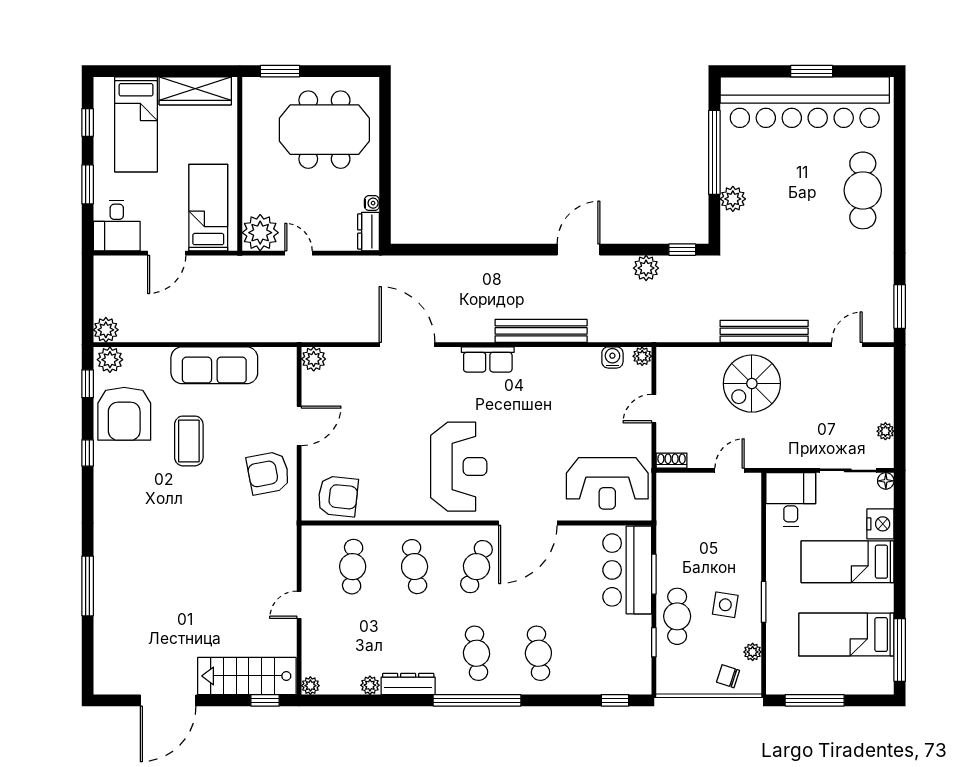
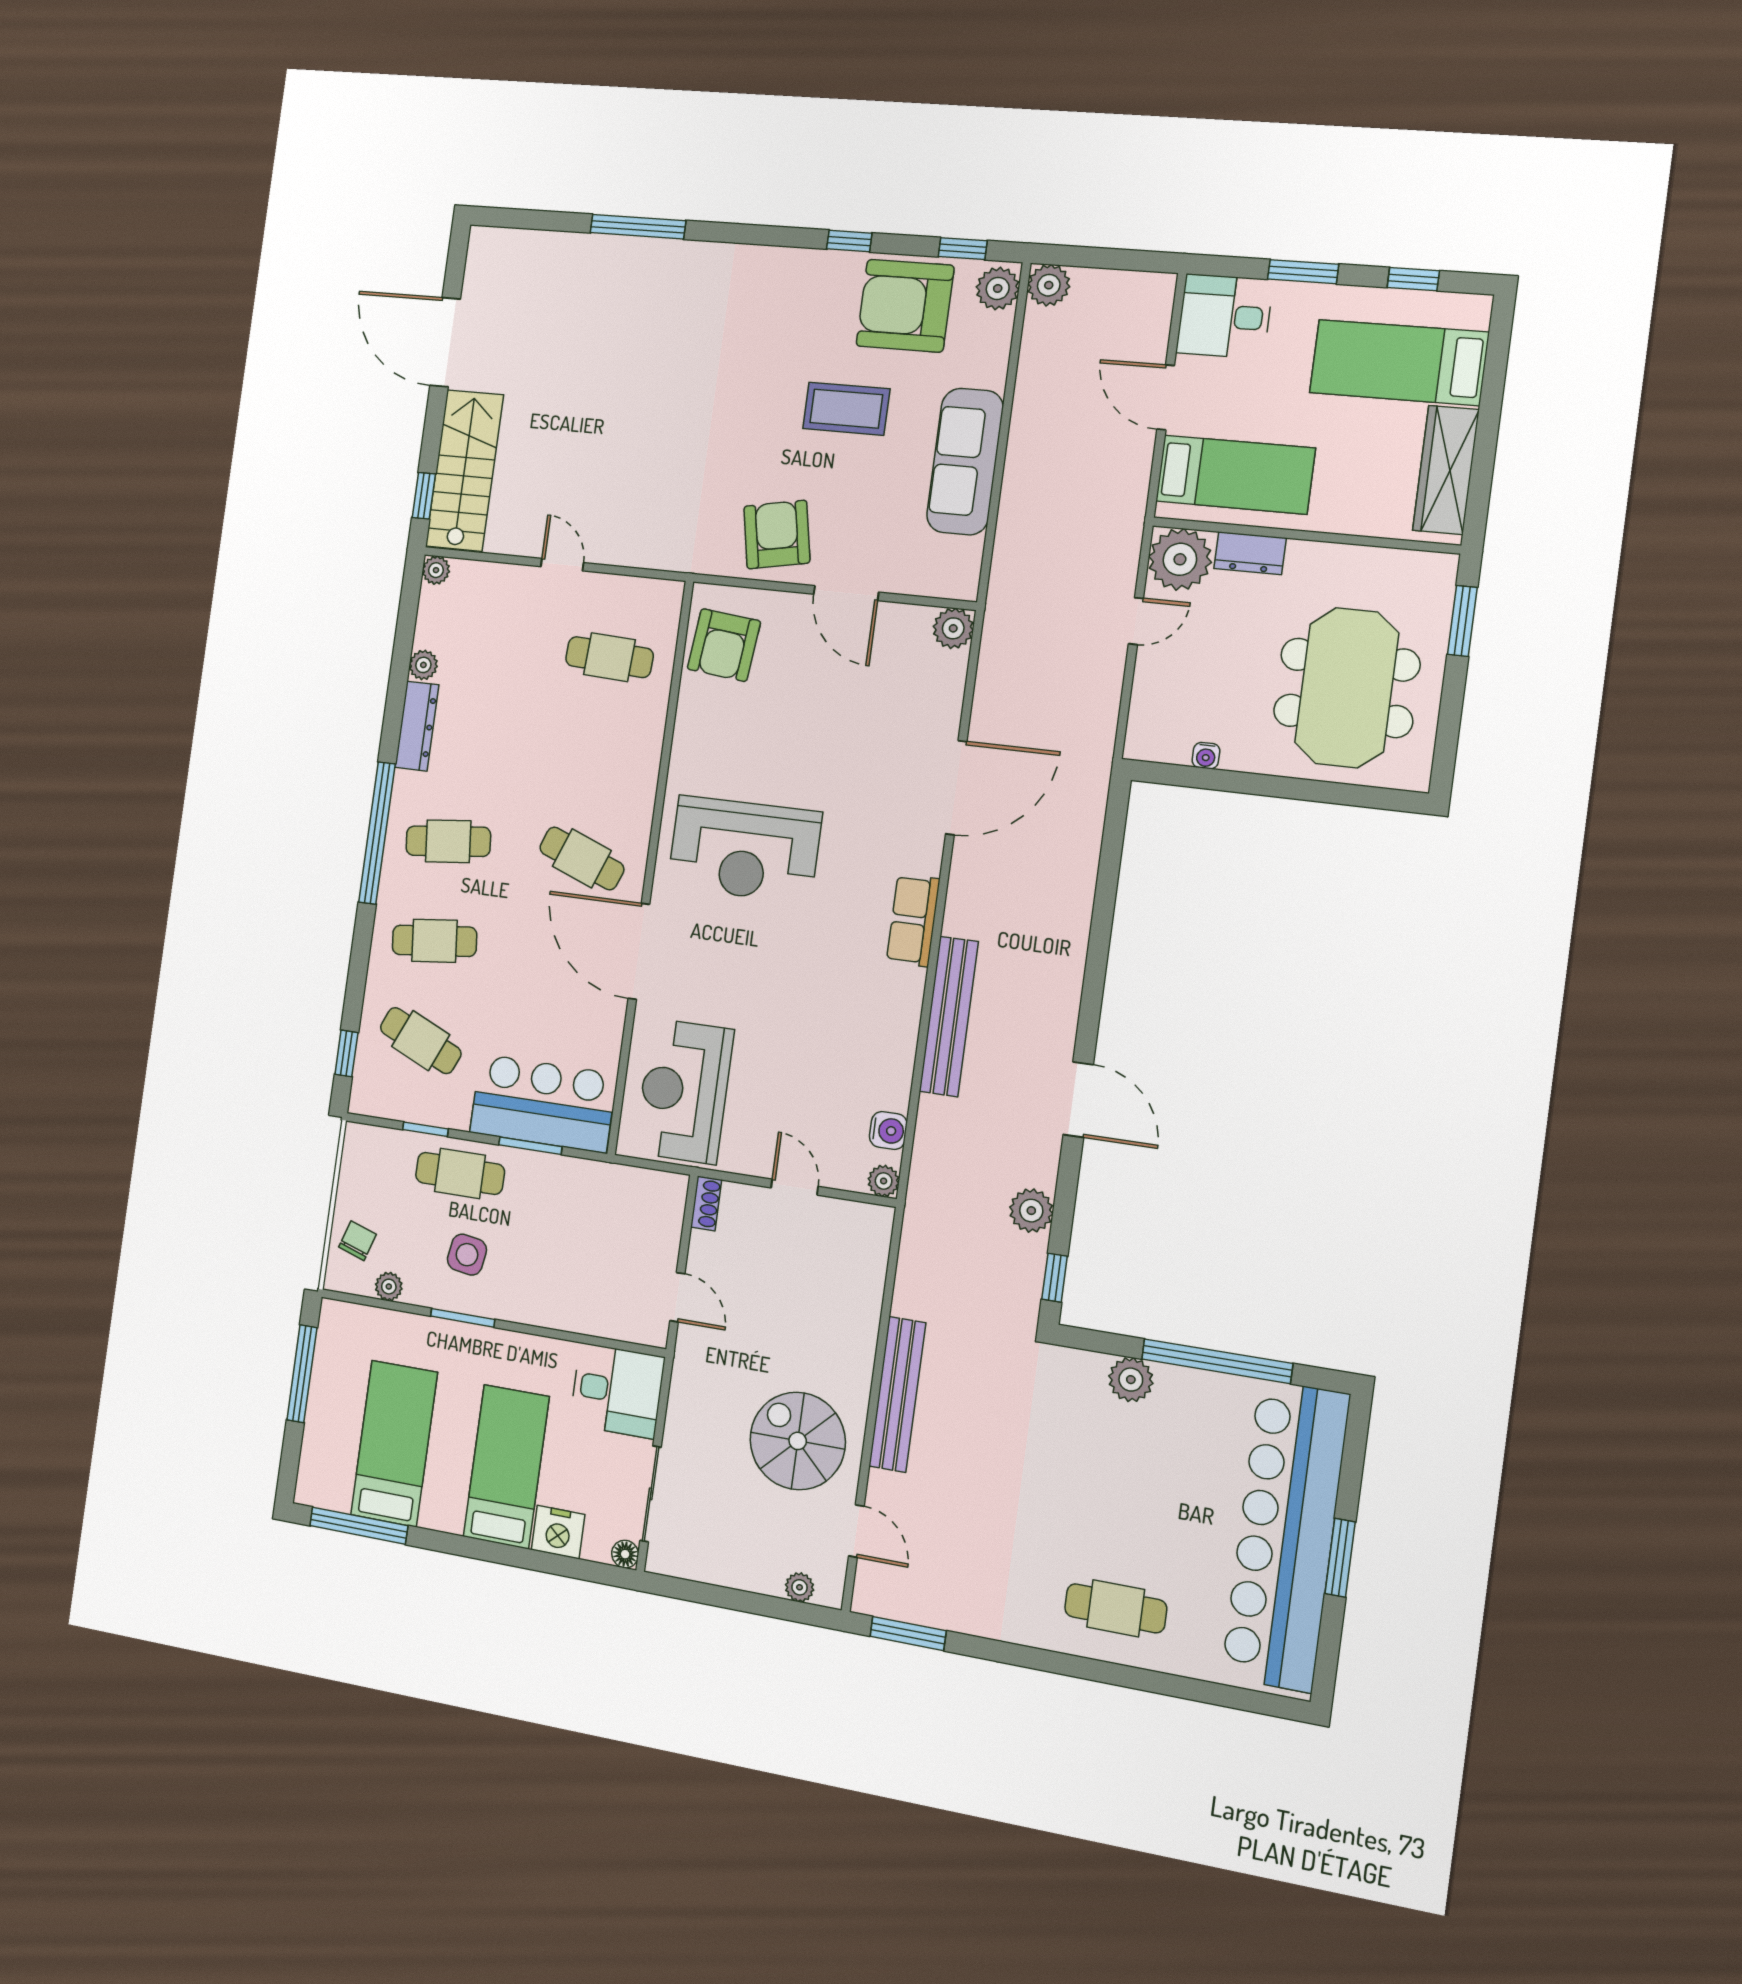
cafe table: (863, 190) -> (1116, 1608), width x0.73, depth x0.74
dresser: (368, 232) -> (1250, 553), moved, turned 180
spiral stairs: (752, 384) -> (798, 1441), moved
plant: (885, 431) -> (800, 1587), moved
cafe table: (415, 567) -> (421, 1041), moved, turned 33

